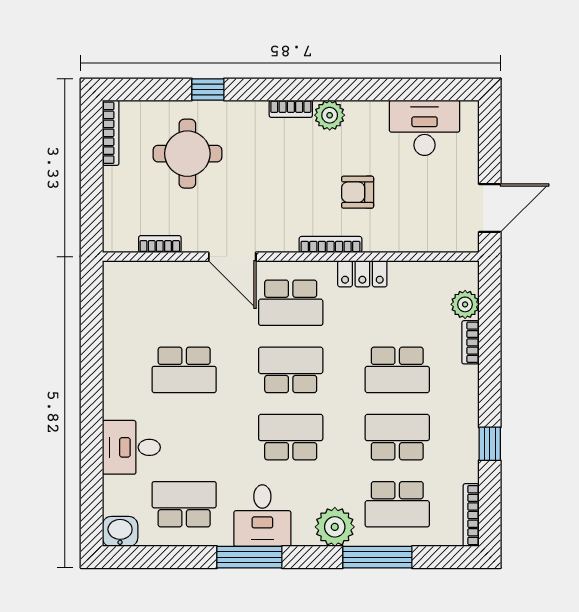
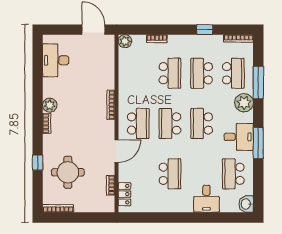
armchair: (358, 192) -> (86, 92), removed
locker: (362, 274) -> (124, 194), moved
plant: (465, 304) -> (125, 41), moved

